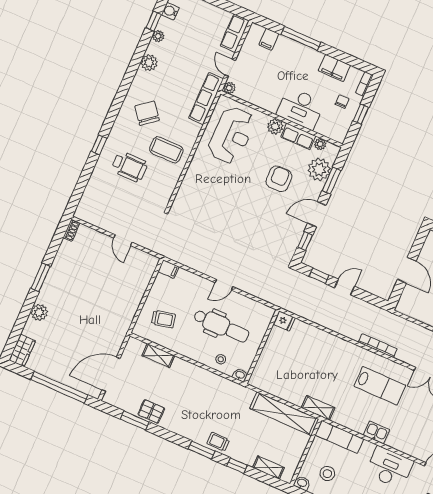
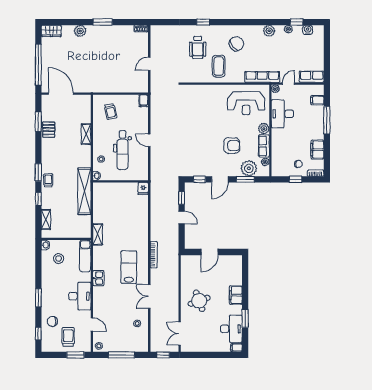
desk: (300, 108) -> (282, 114), moved
door: (317, 214) -> (220, 179), swing flipped
shelving: (158, 356) -> (86, 134), moved
lab bench: (380, 386) -> (129, 267), turned 180
shelving: (284, 414) -> (84, 191), moved

